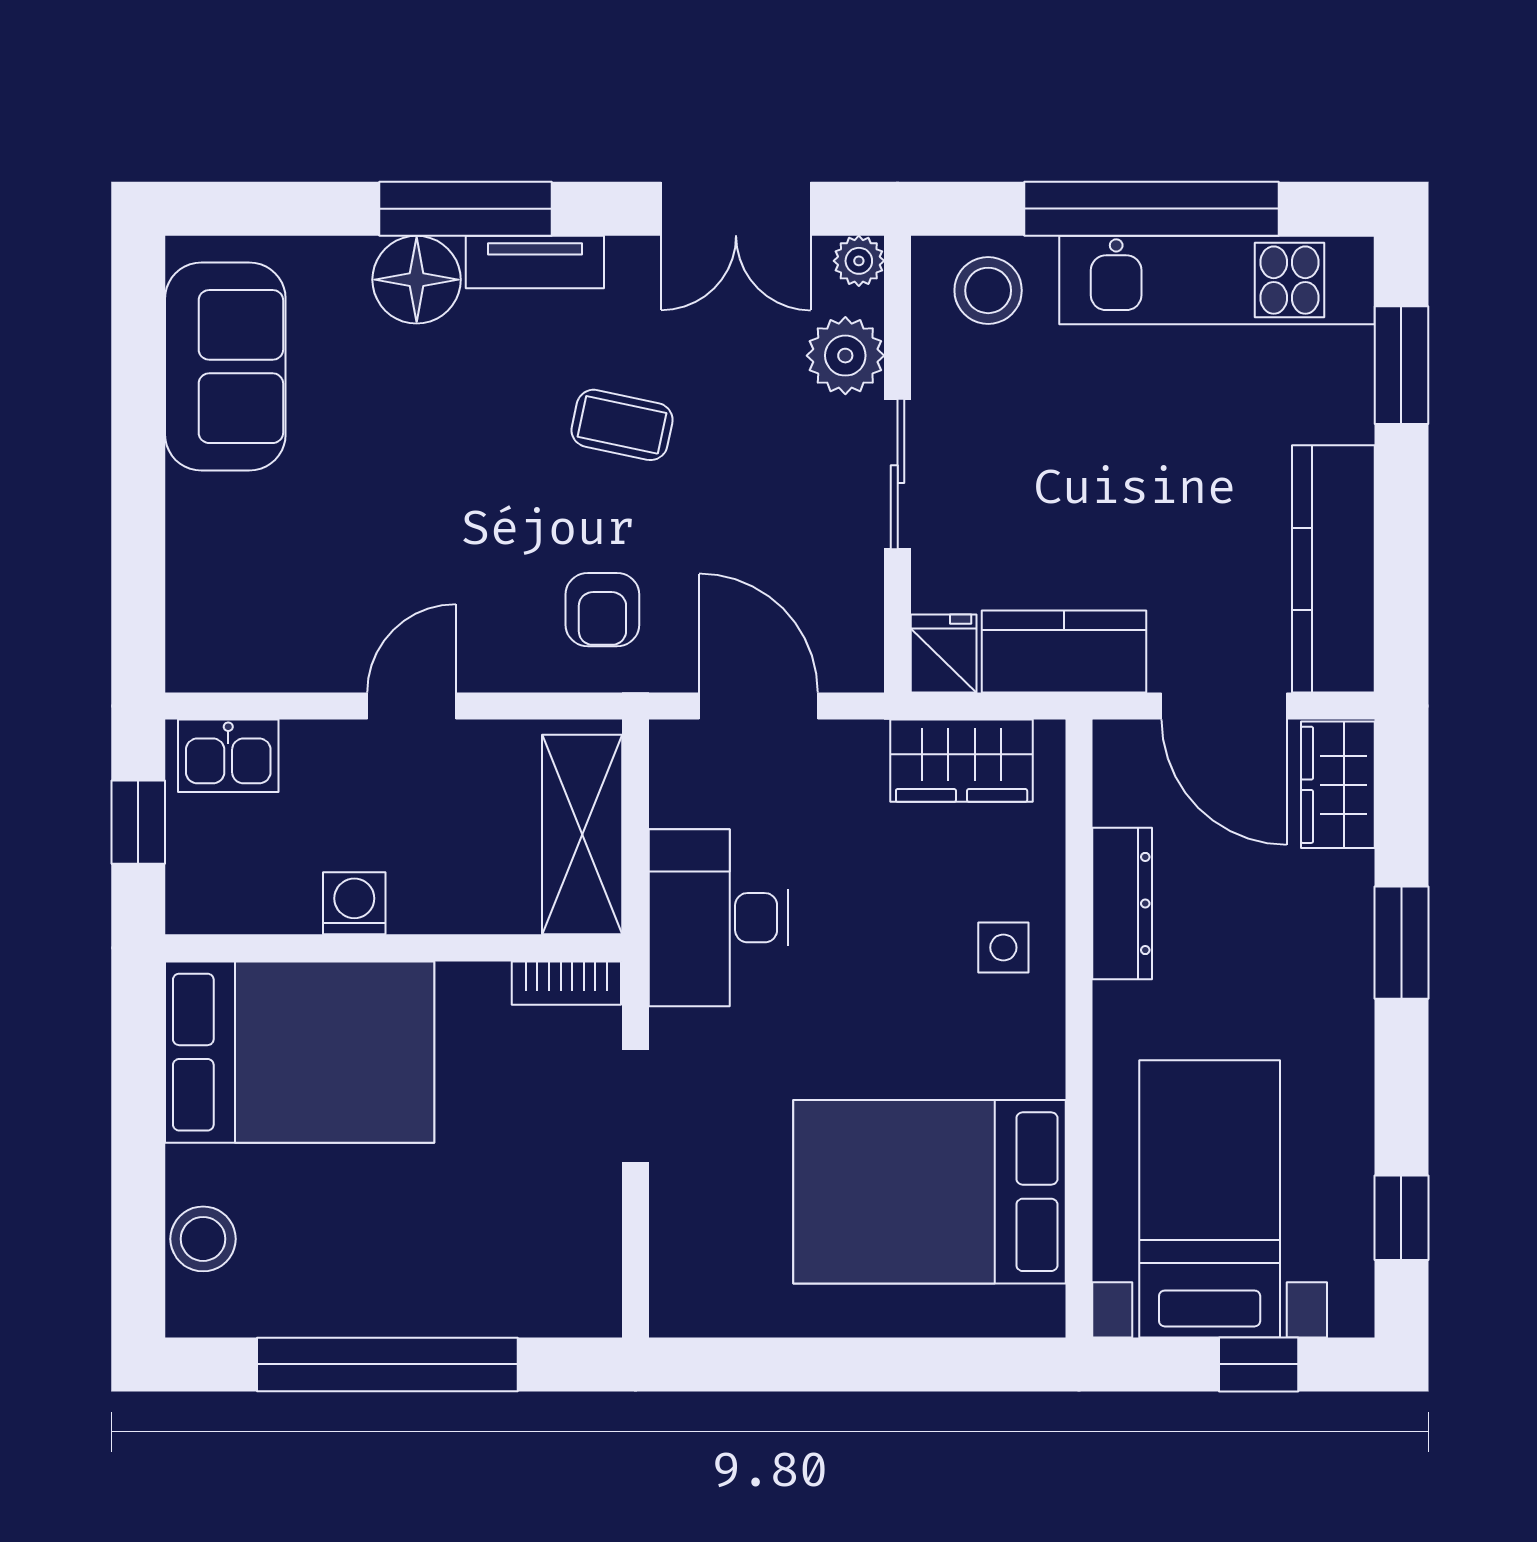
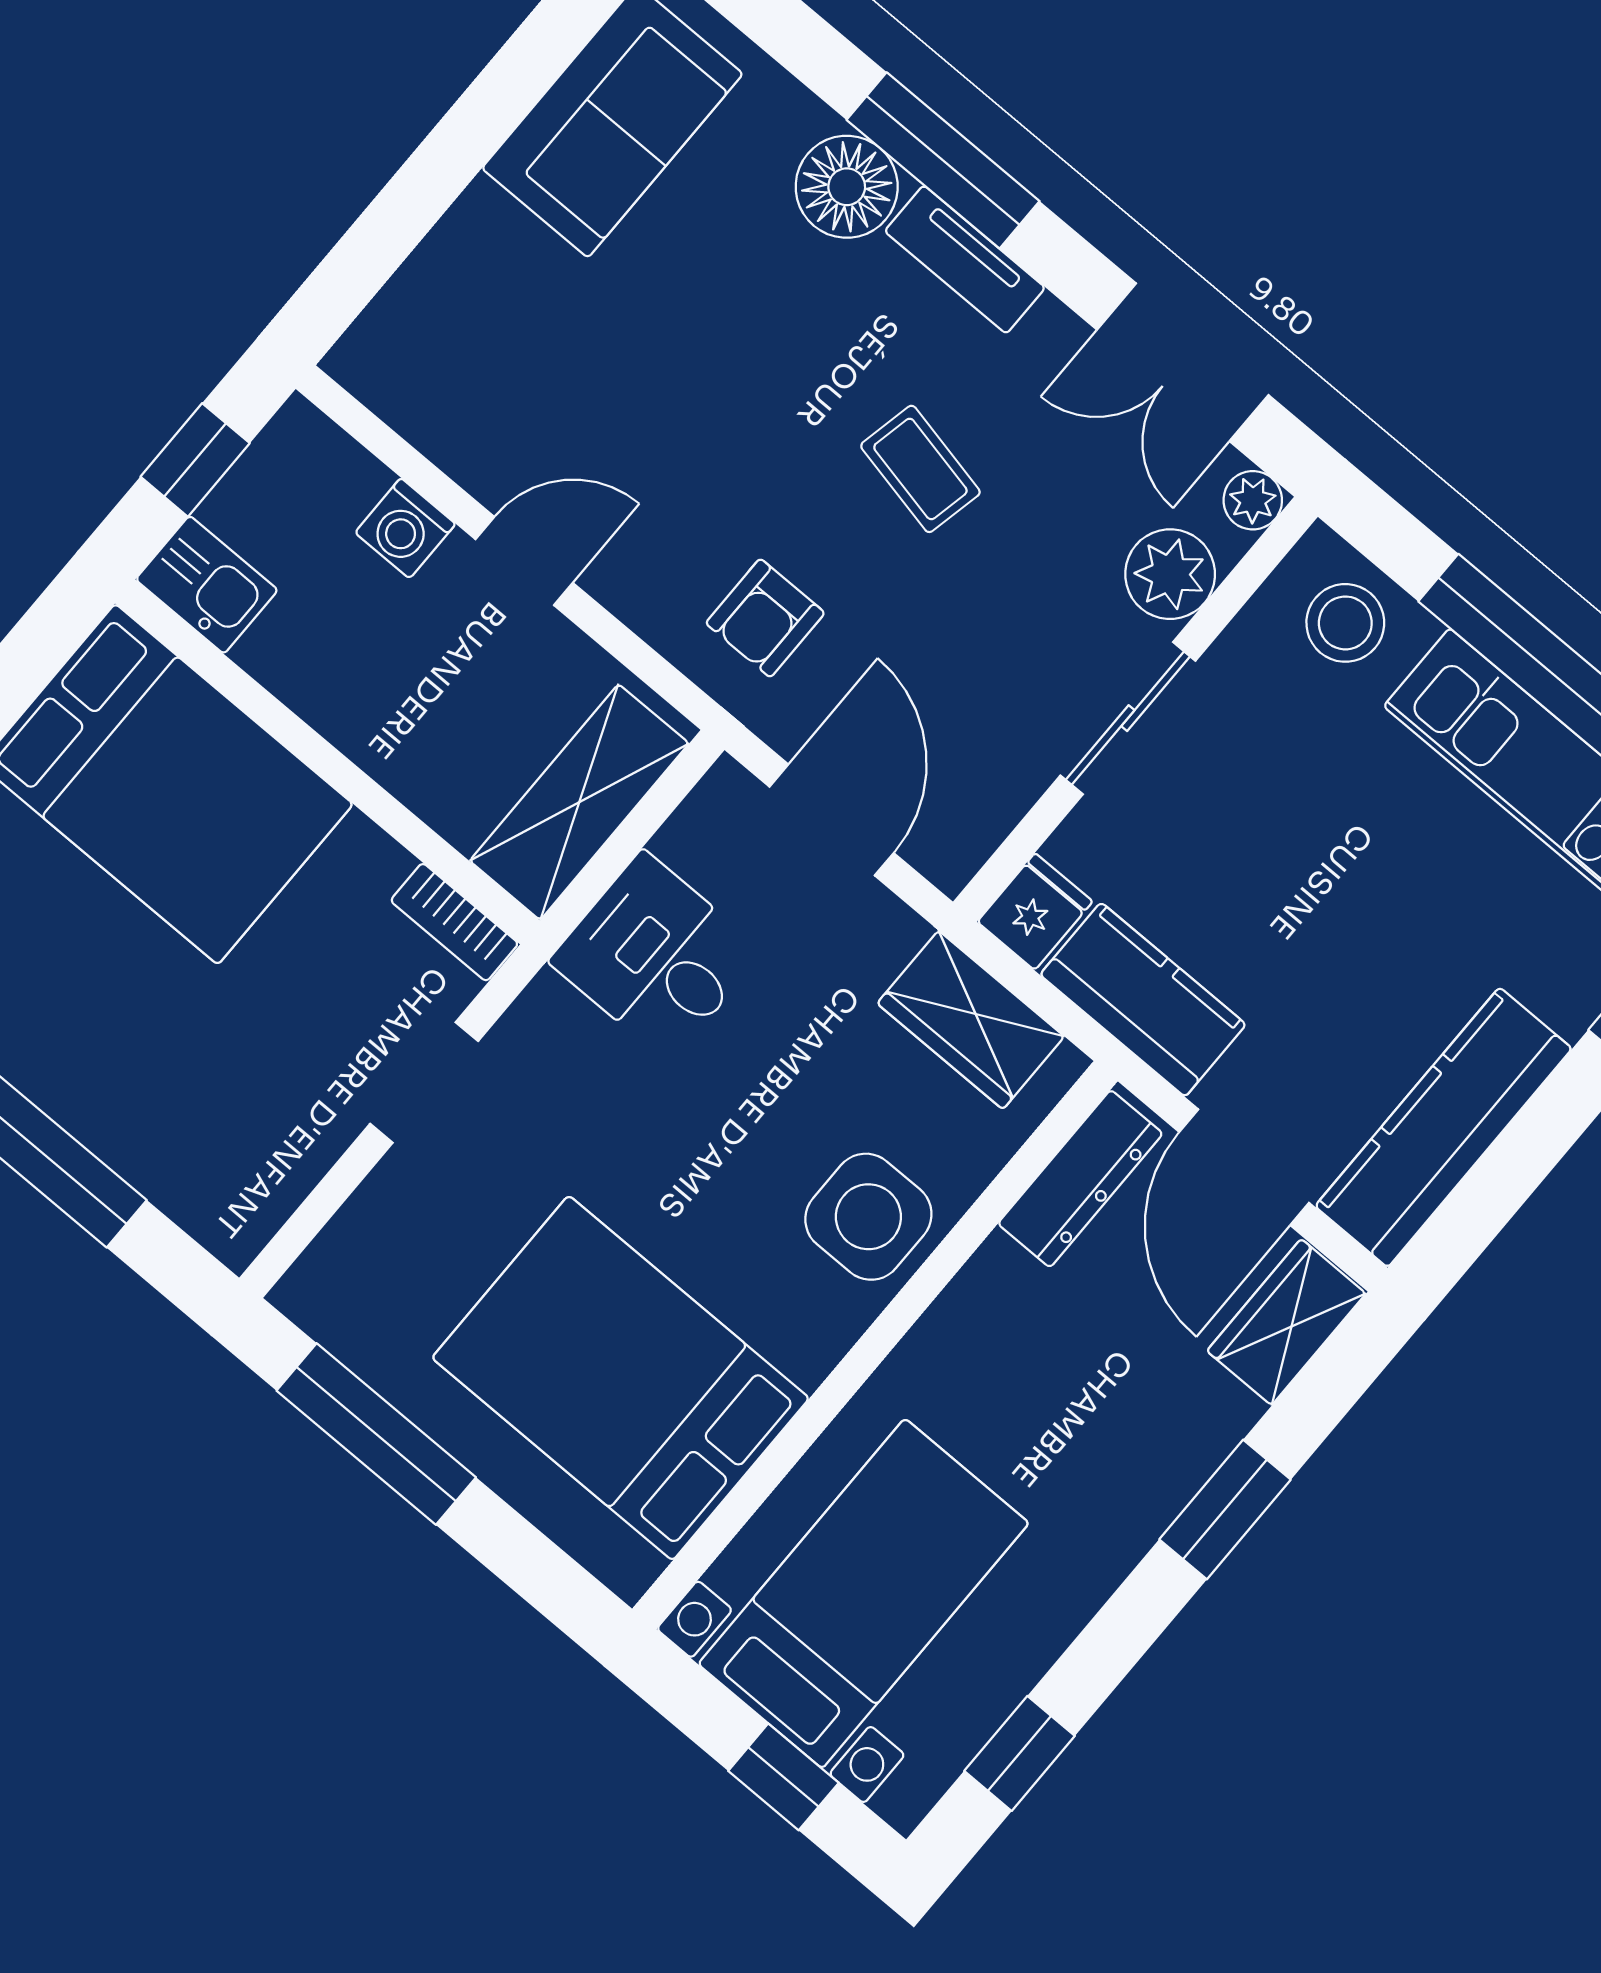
kitchen sink: (228, 756) -> (207, 585), moved, turned 180
washing machine: (354, 903) -> (405, 528), moved, turned 180
dresser: (1122, 903) -> (1080, 1179), moved
desk: (719, 918) -> (656, 956), width x0.73
side table: (1003, 948) -> (868, 1217), width x1.87, depth x1.87
window: (799, 1364) -> (376, 1434), added

